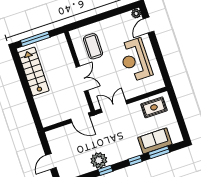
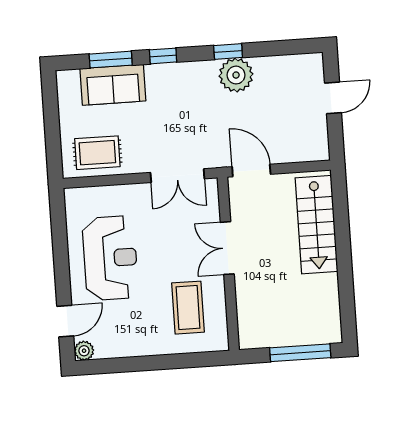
stairs: (34, 72) -> (316, 225), moved

